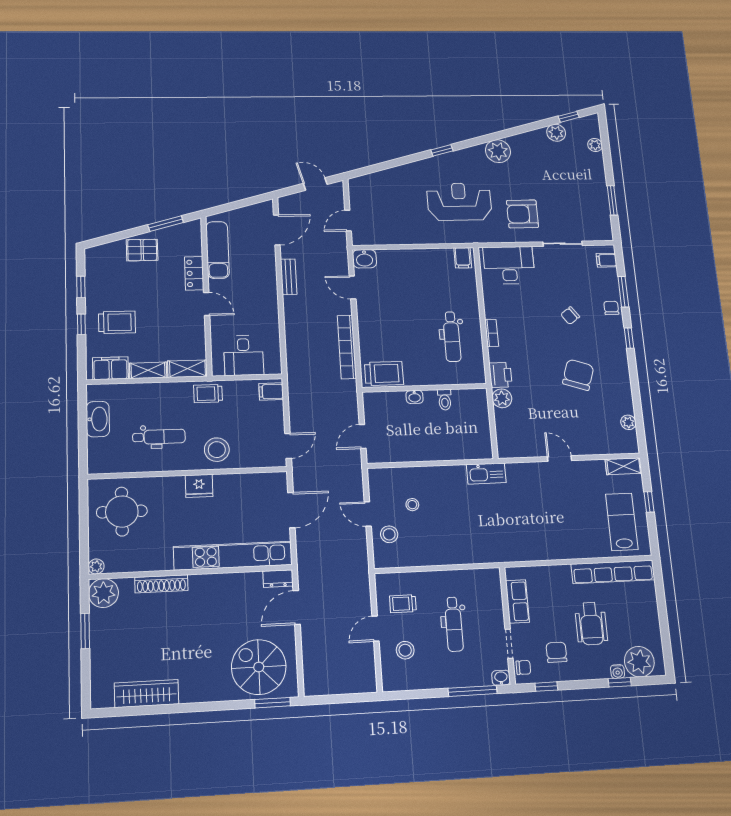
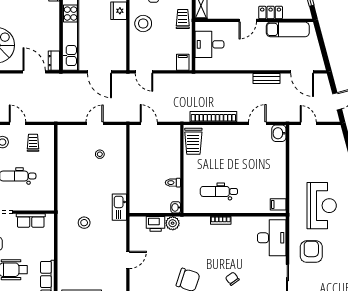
printer: (501, 375) -> (156, 224), moved
washbasin: (415, 397) -> (176, 207), moved
stool: (389, 534) -> (84, 223), moved

